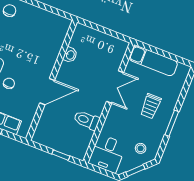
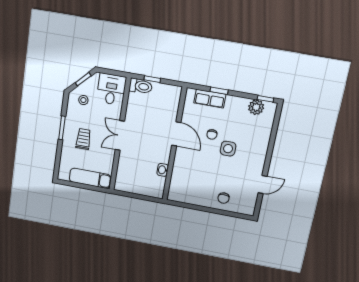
double door: (115, 87) -> (120, 135), moved
door: (47, 92) -> (176, 134), swing flipped
toilet: (87, 120) -> (141, 86), moved

